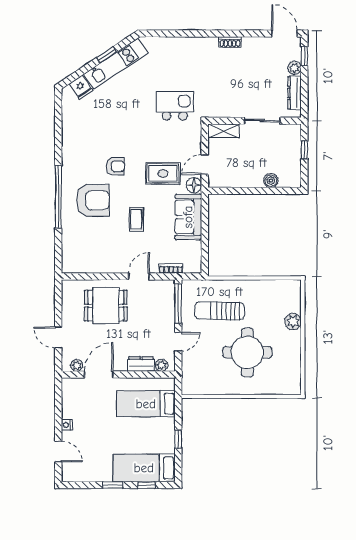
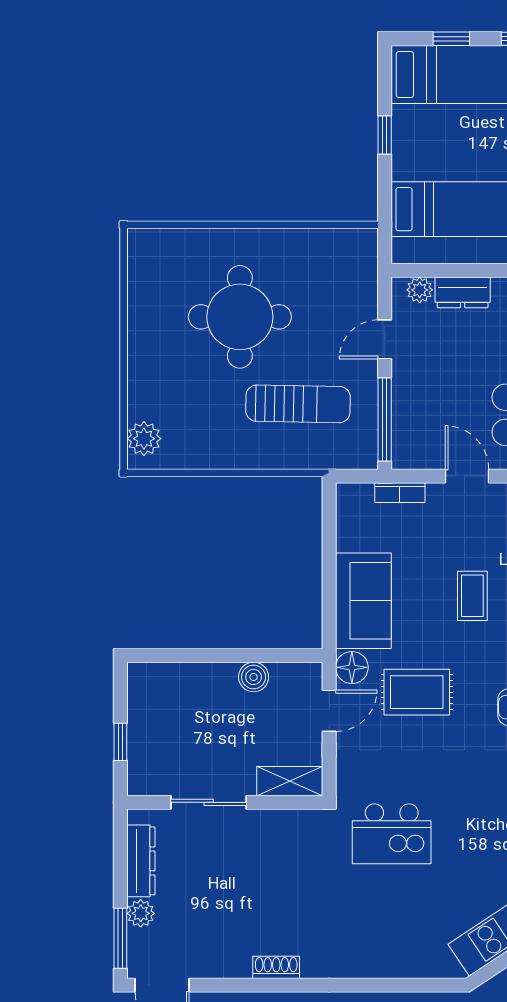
window: (304, 56) -> (120, 938), width x1.50
boiler: (271, 181) -> (254, 677), moved
door: (139, 276) -> (467, 476), swing flipped
plant: (293, 321) -> (144, 439), moved

